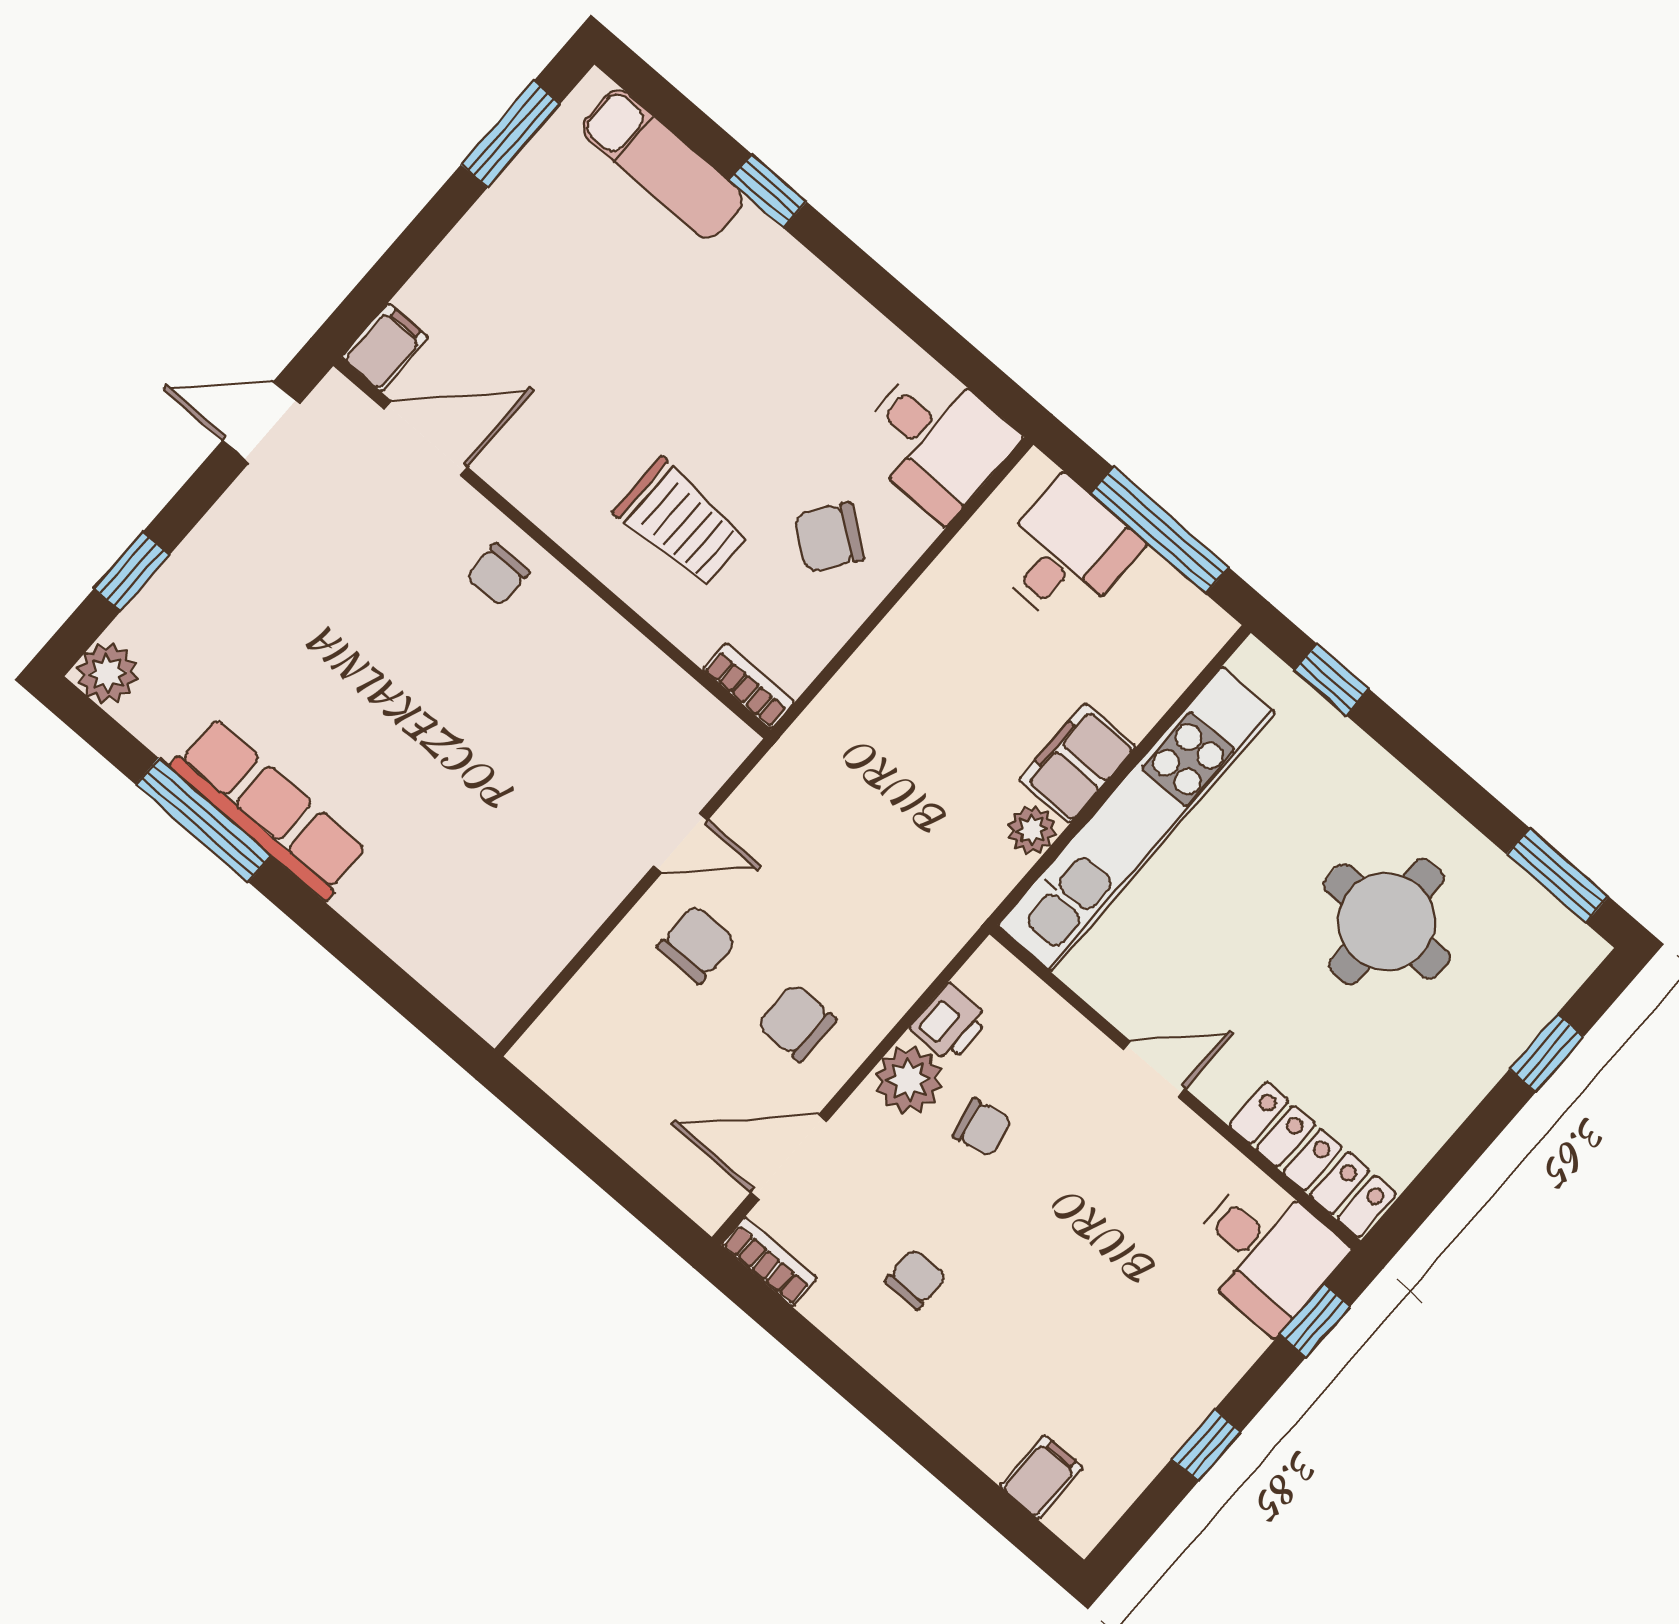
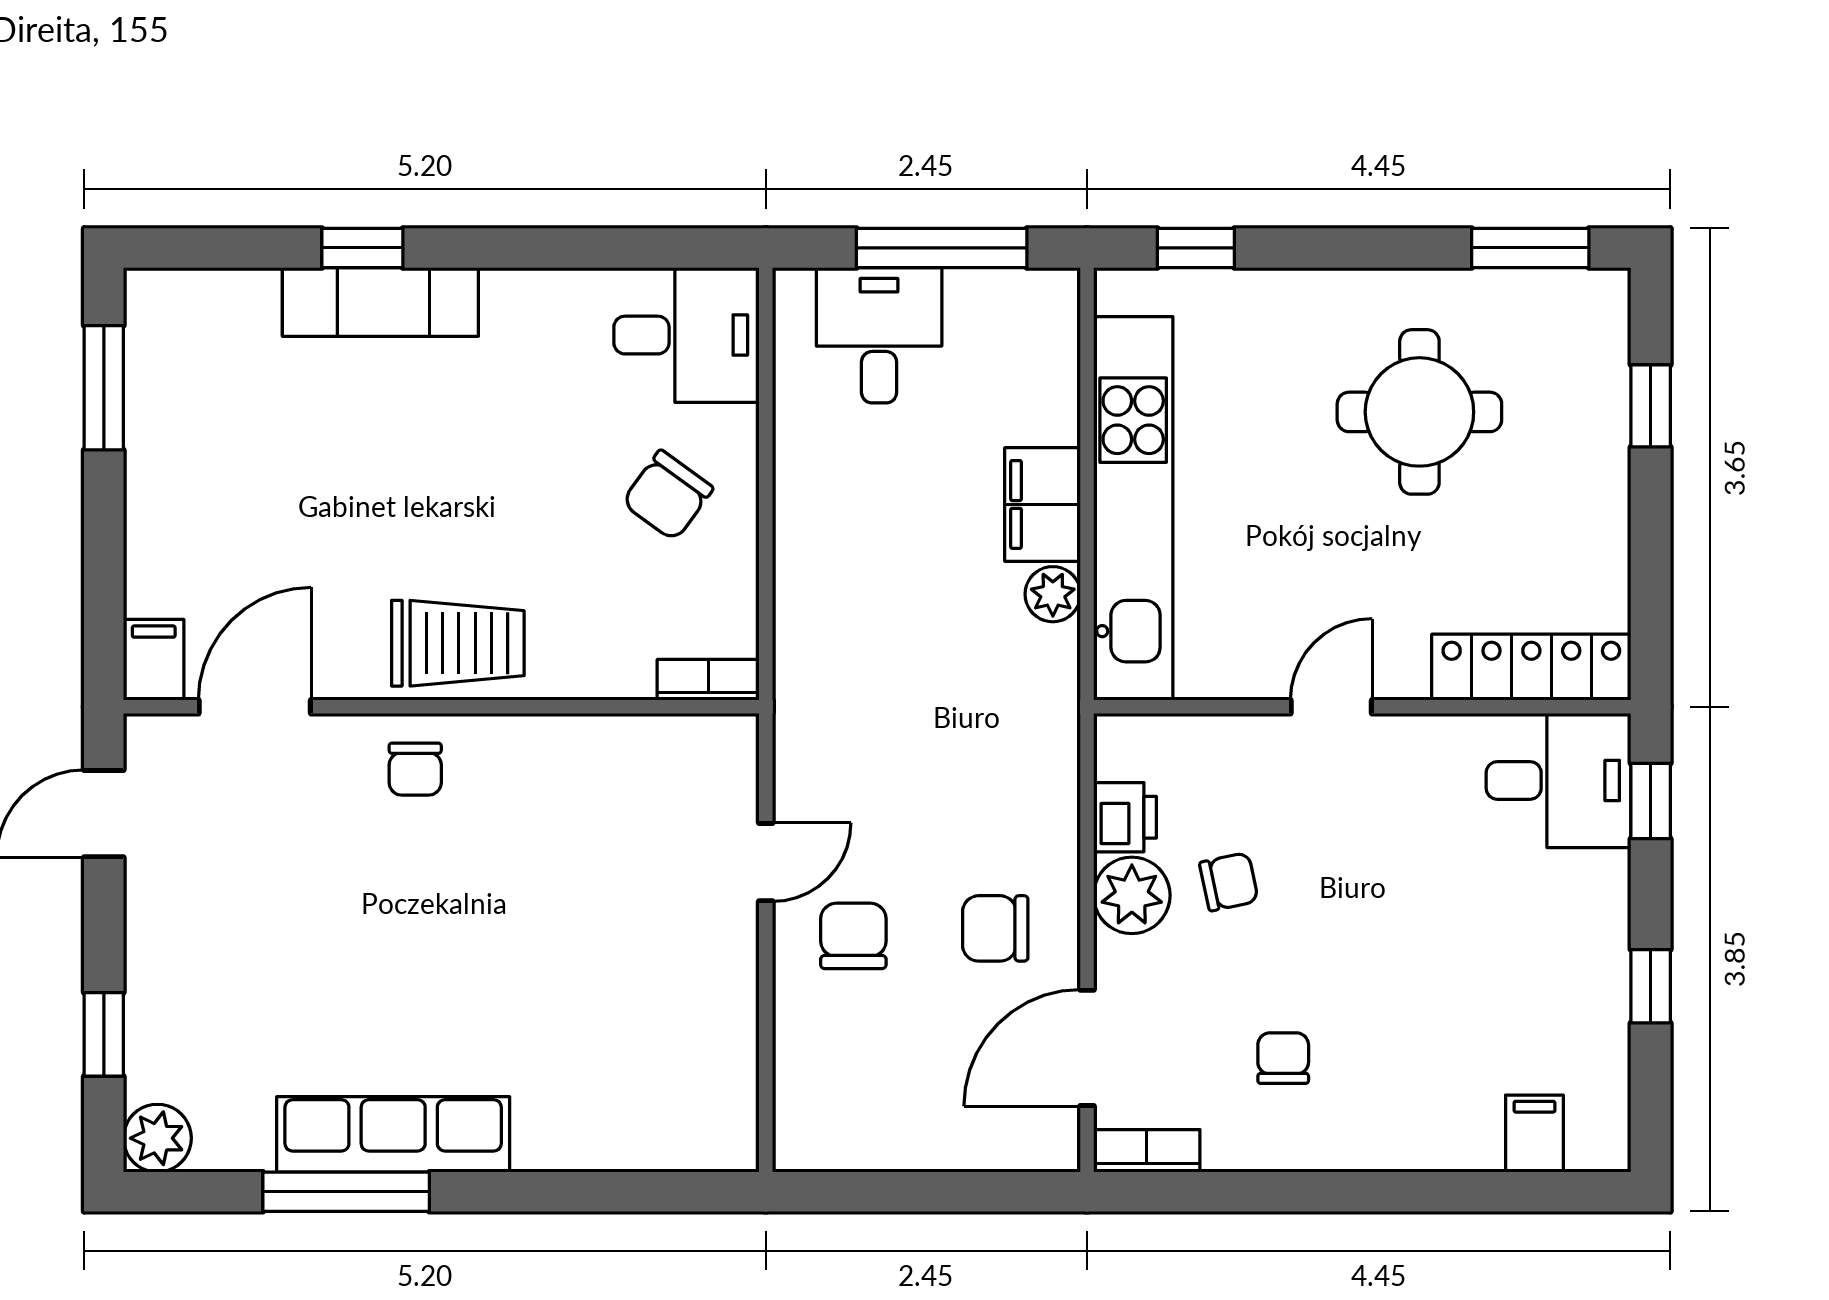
exam couch: (663, 164) -> (380, 302), moved
trolley: (681, 523) -> (458, 643), moved

